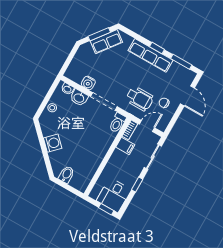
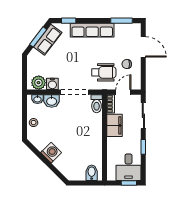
window: (157, 48) -> (69, 21), moved
plant: (77, 75) -> (39, 83), added
filing cabinet: (125, 146) -> (115, 125), width x2.00
bidet: (66, 175) -> (92, 173), moved

